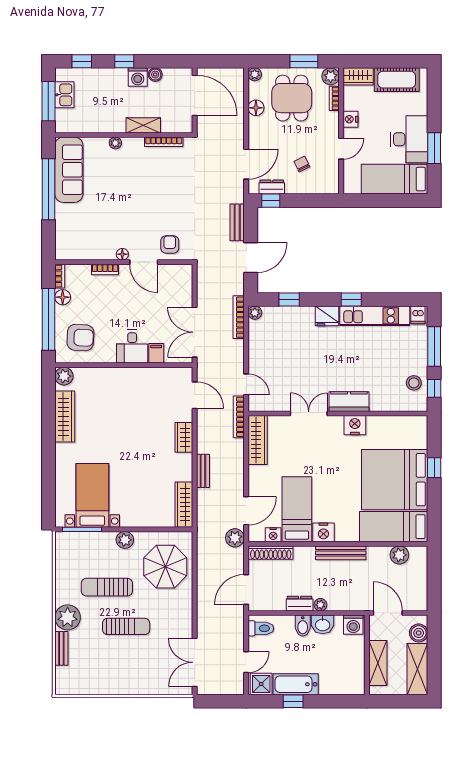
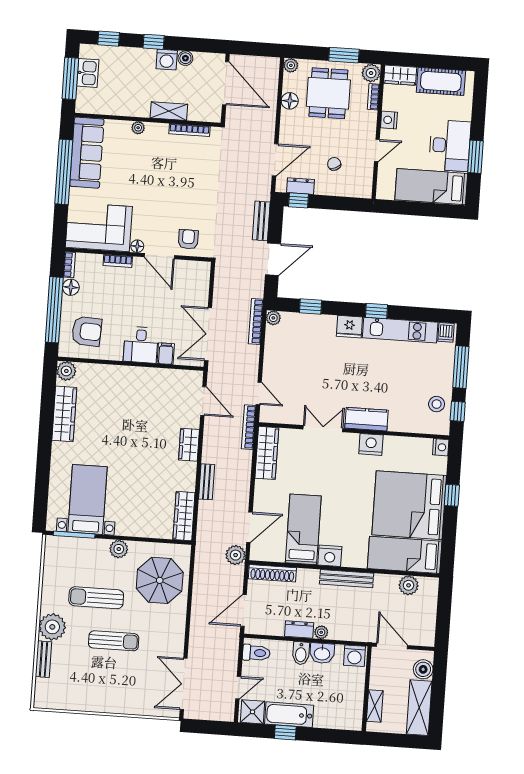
corner sofa: (85, 239) -> (99, 227), added
nightstand: (273, 535) -> (441, 447), moved, turned -90
shelving: (378, 663) -> (375, 706), width x0.67, depth x0.75

